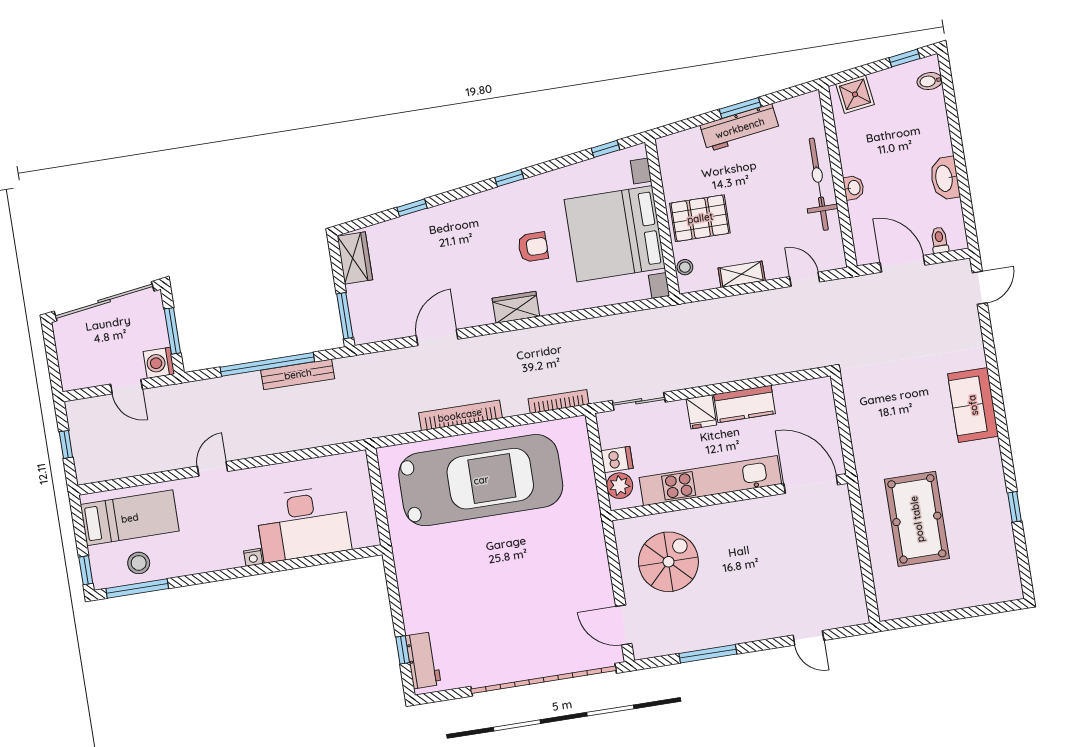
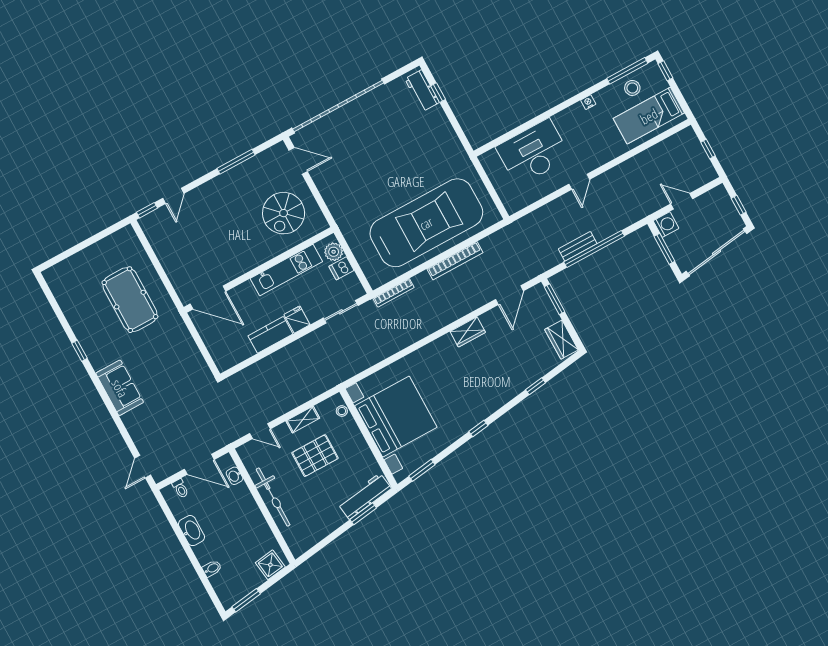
window: (905, 58) -> (246, 600), width x1.50
bidet: (930, 81) -> (212, 568), moved
window: (740, 108) -> (363, 514), moved
workbench: (740, 128) -> (365, 496), moved
window: (605, 149) -> (422, 470), width x1.50
washbasin: (854, 188) -> (234, 476), moved
pallet: (700, 218) -> (315, 456), moved
armchair: (533, 247) -> (447, 389), removed
wardrobe: (516, 307) -> (468, 332), moved
door: (437, 337) -> (509, 295), moved
window: (52, 354) -> (739, 205), added
bench: (298, 374) -> (578, 246), width x0.73
door: (212, 469) -> (579, 182), moved
car: (481, 480) -> (426, 223), turned 180
kitchen unit: (710, 481) -> (286, 270), width x0.73
window: (1014, 507) -> (80, 351), moved
nightstand: (253, 557) -> (588, 102), moved
window: (851, 631) -> (147, 210), added
door: (809, 638) -> (173, 196), swing flipped

